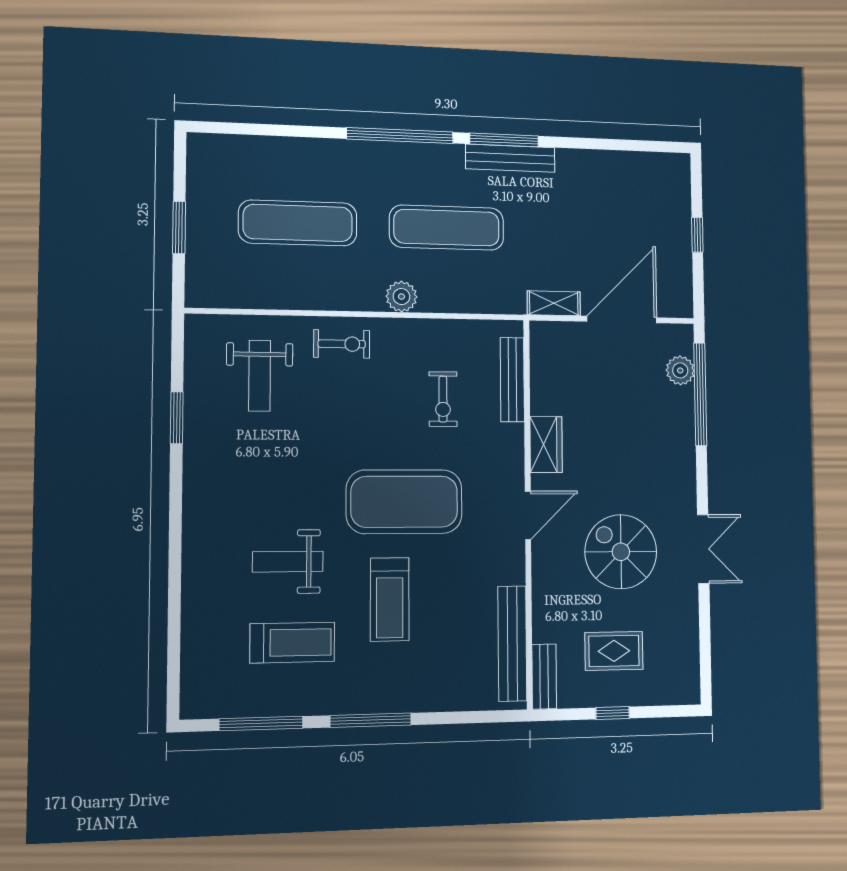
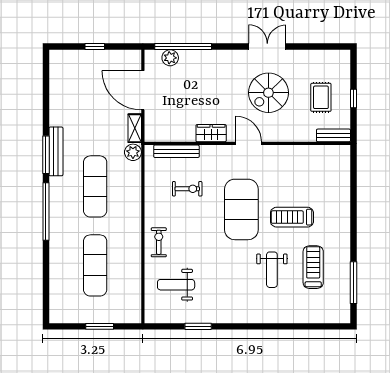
plant: (401, 297) -> (133, 152), moved
weight bench: (260, 376) -> (176, 285), turned 180
treadmill: (390, 599) -> (292, 217), turned 180
bench: (512, 644) -> (316, 152), removed
window: (371, 720) -> (353, 227), removed

